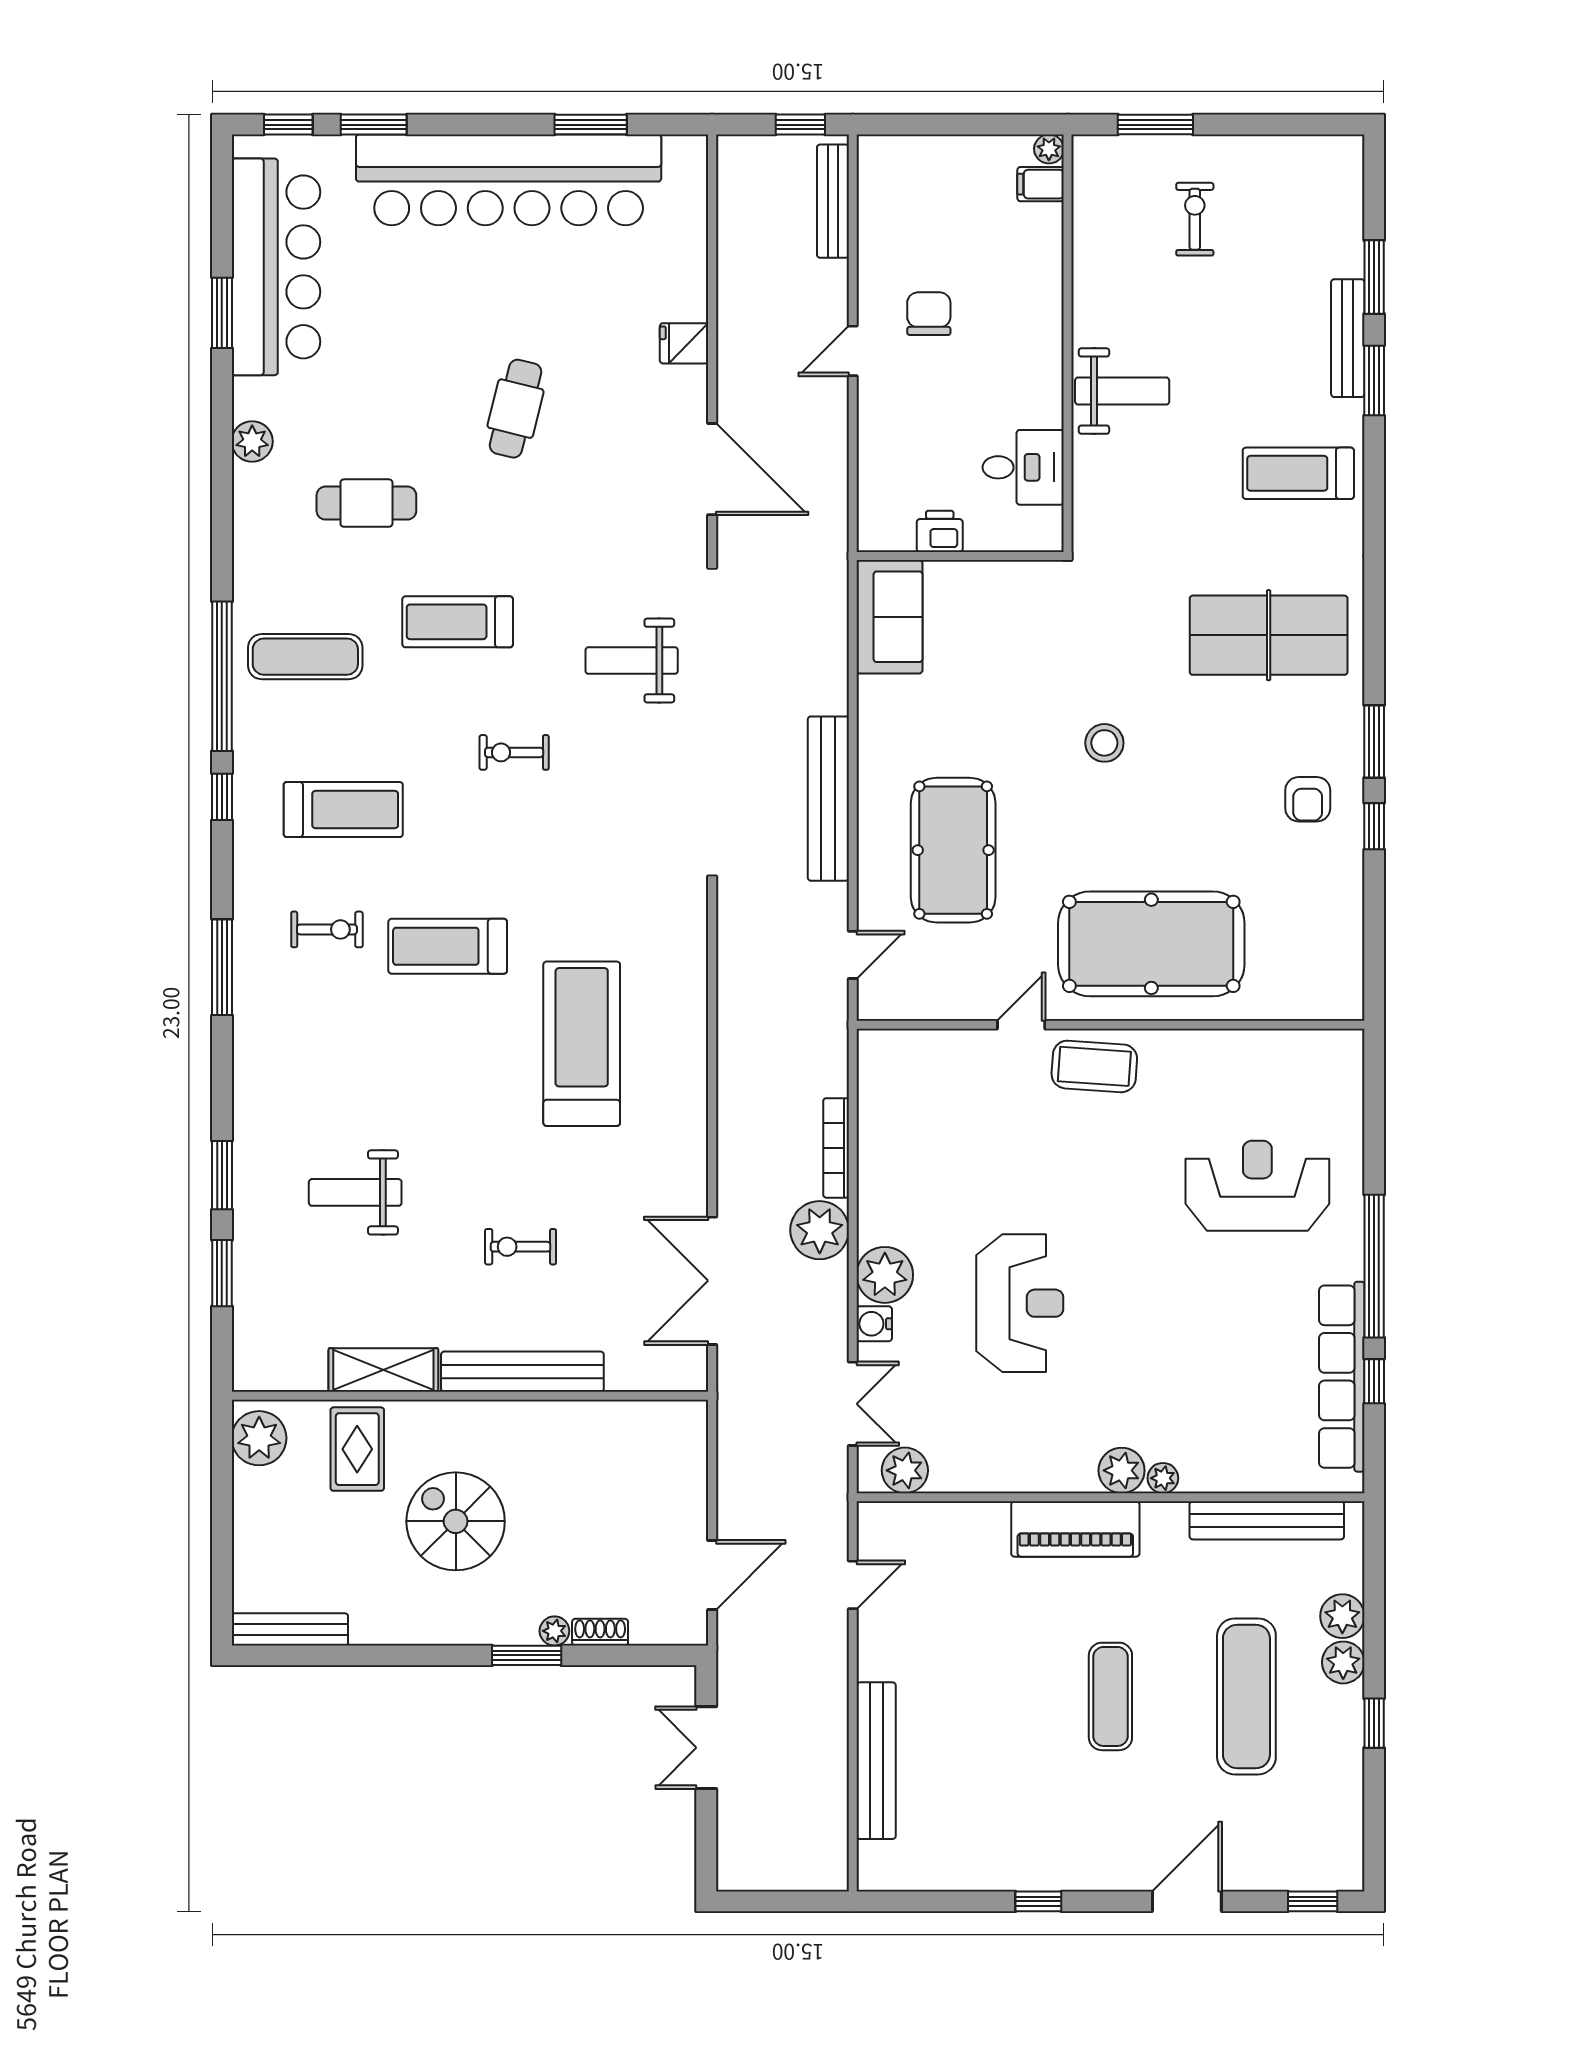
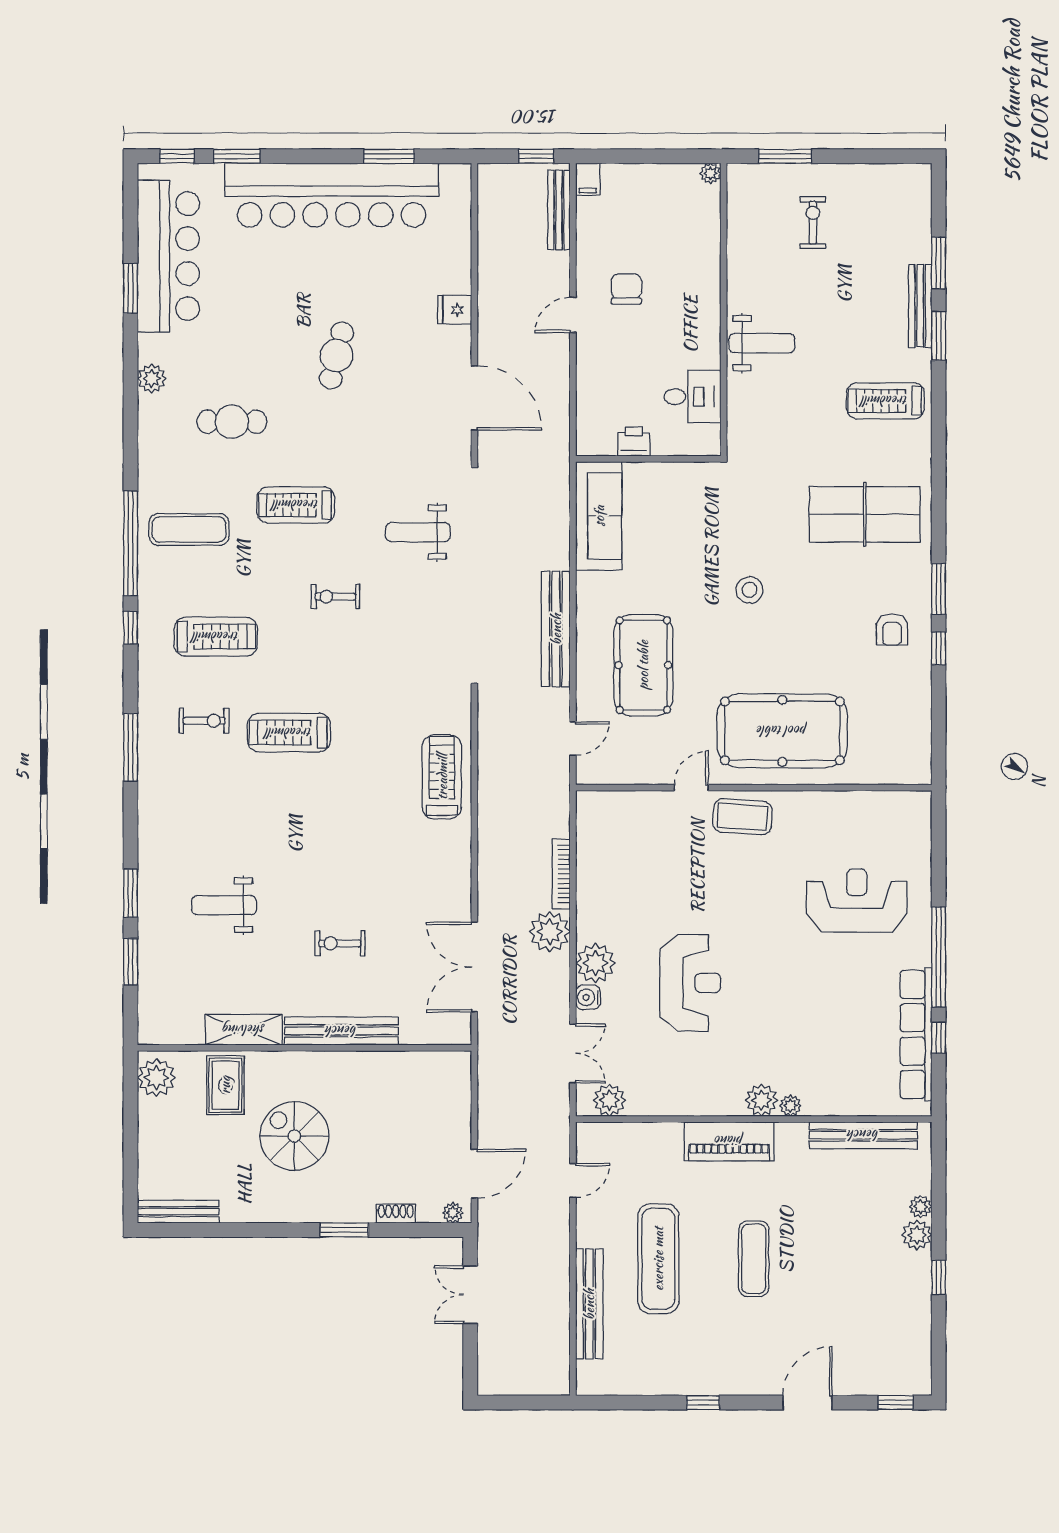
filing cabinet: (1041, 184) -> (588, 179), moved, turned -90
sofa: (889, 617) -> (599, 516), width x1.36
treadmill: (582, 1044) -> (442, 777), moved, width x0.73, depth x0.73
plant: (1342, 1616) -> (921, 1207), width x0.73, depth x0.73
plant: (554, 1631) -> (453, 1213), moved
exercise mat: (1246, 1696) -> (658, 1259), moved

